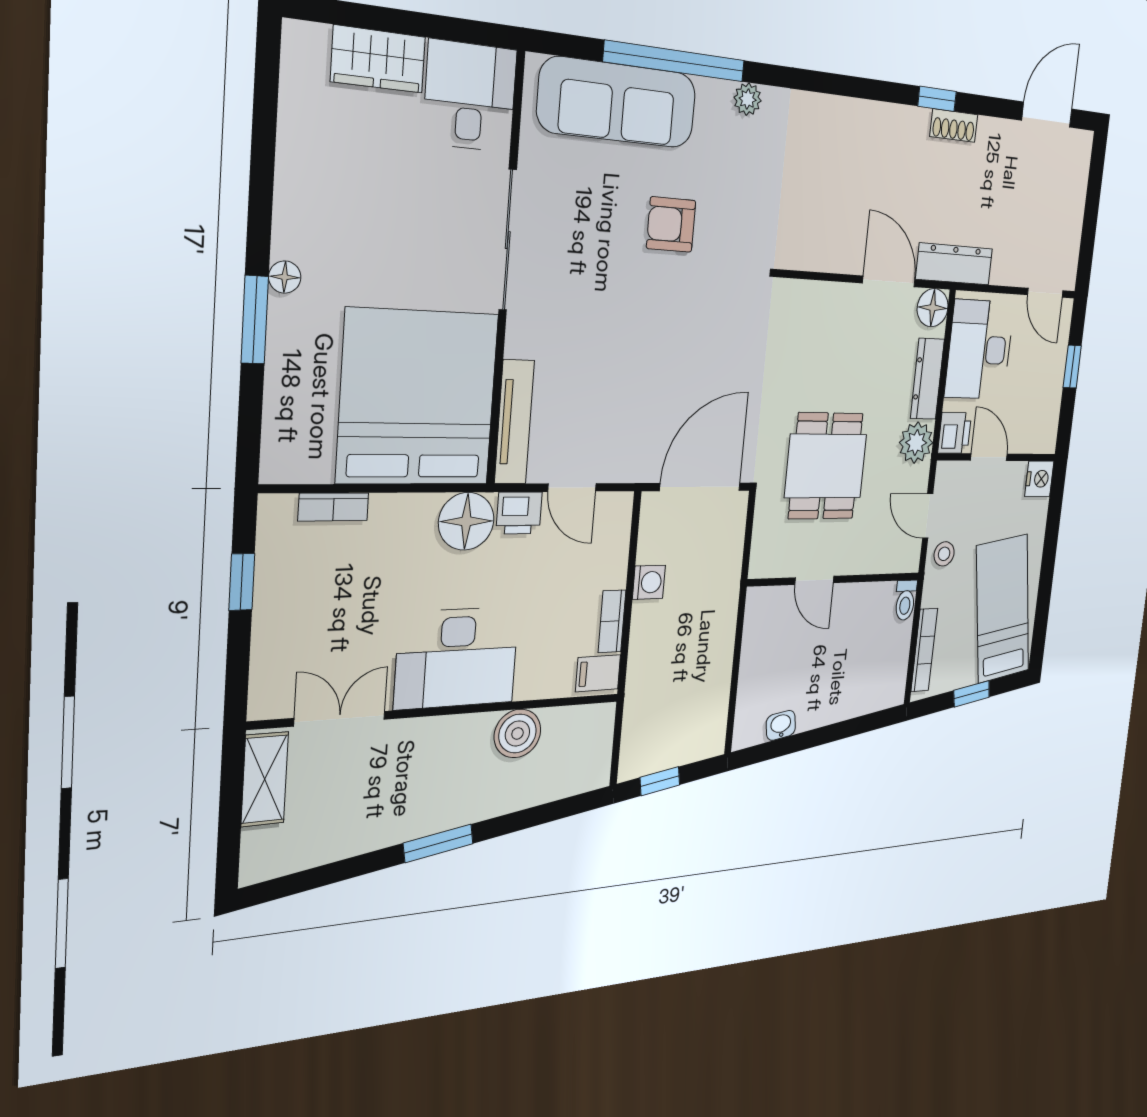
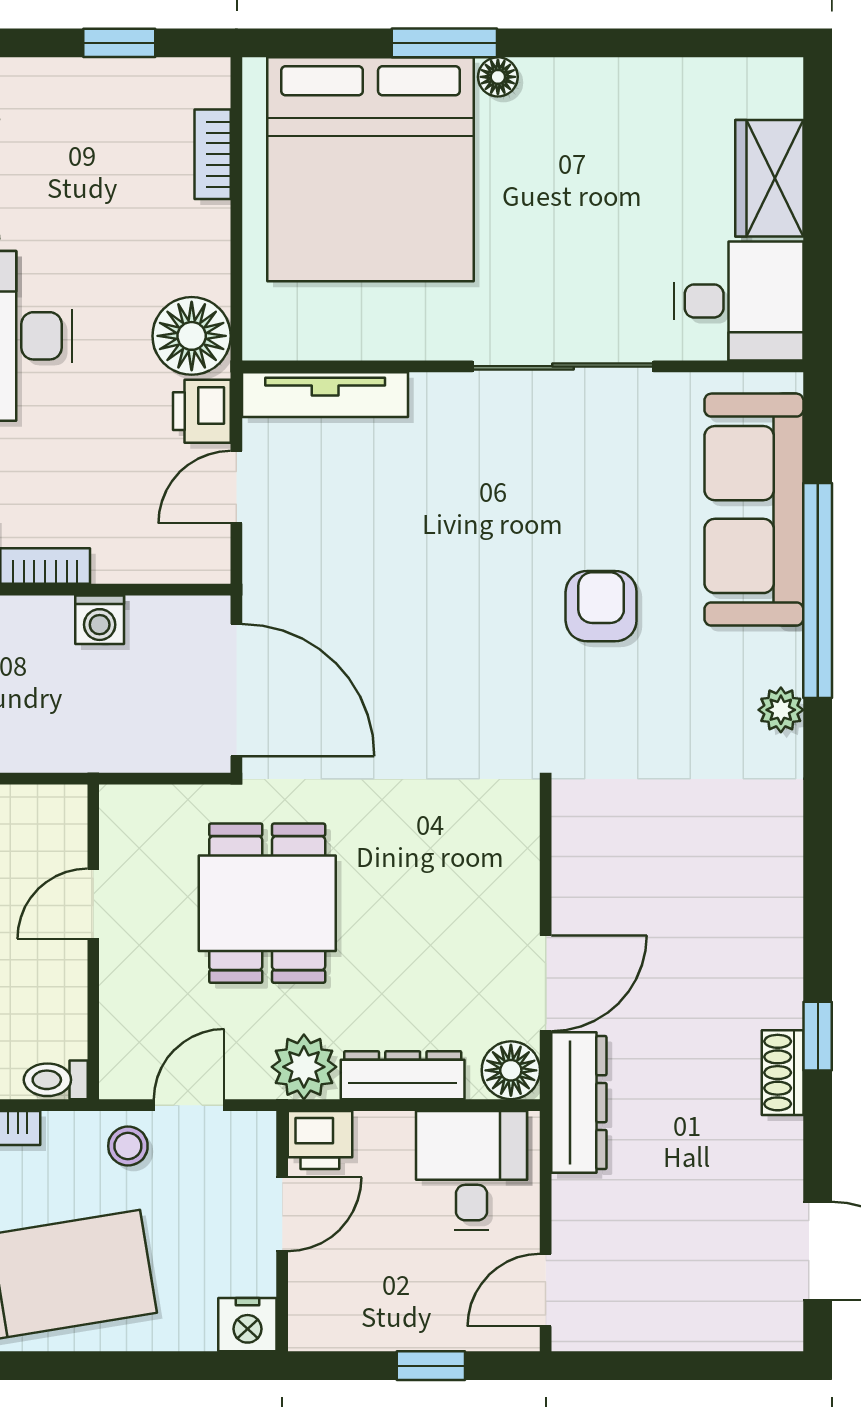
desk: (979, 350) -> (472, 1170), width x0.73
bed: (418, 398) -> (370, 169), moved, turned 90
dining table: (826, 466) -> (267, 903), turned 90

